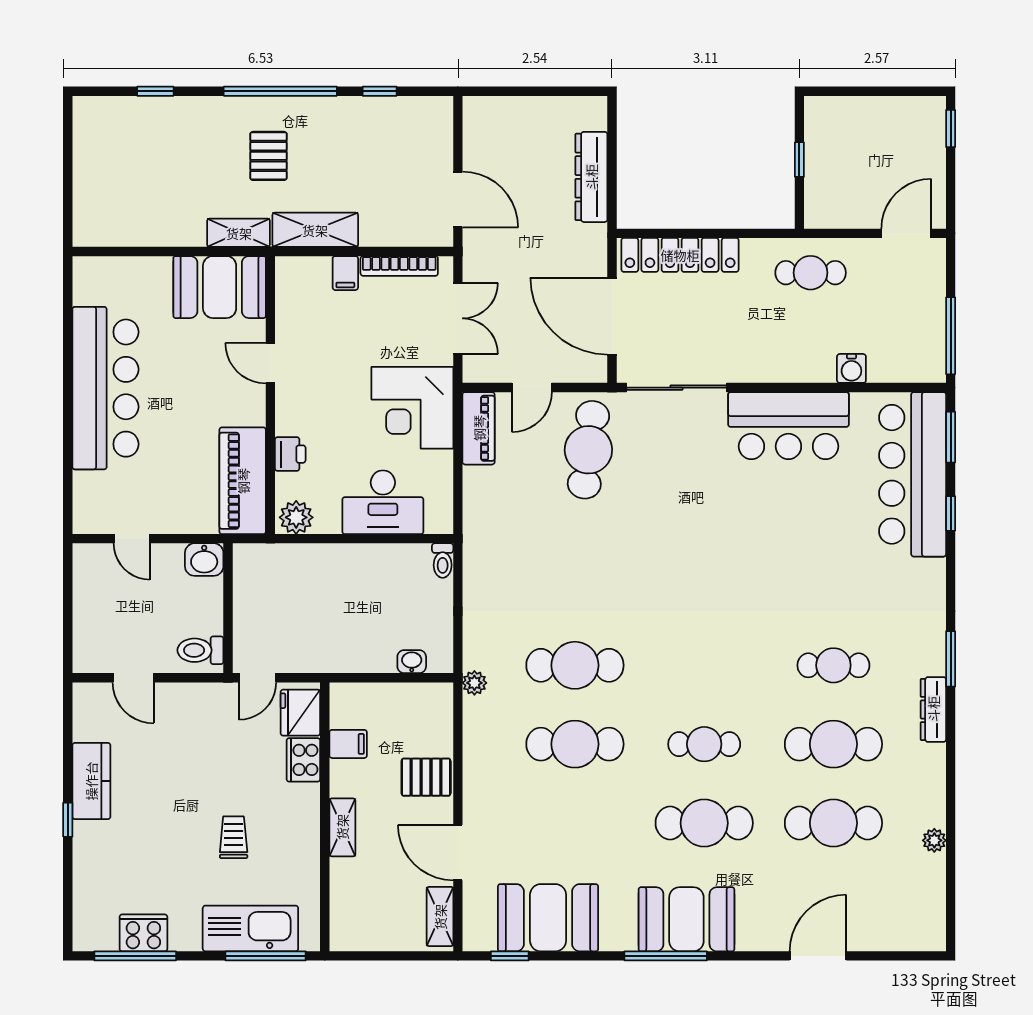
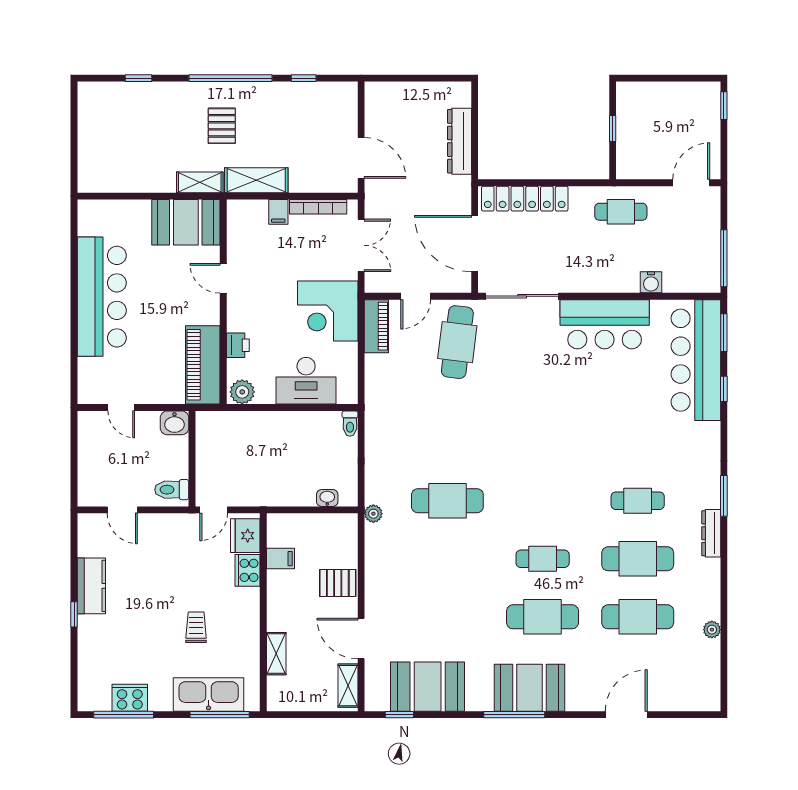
cafe table: (575, 744) -> (447, 559), removed
shelving: (342, 827) -> (276, 654), moved

